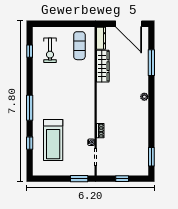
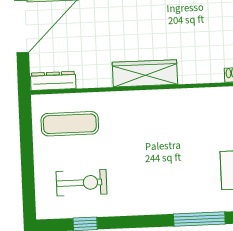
wardrobe: (103, 66) -> (145, 73), moved

